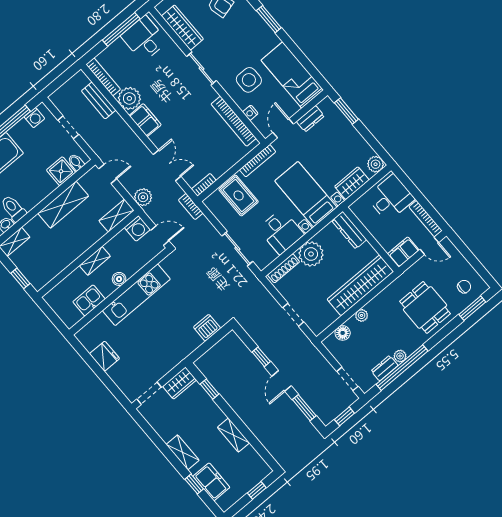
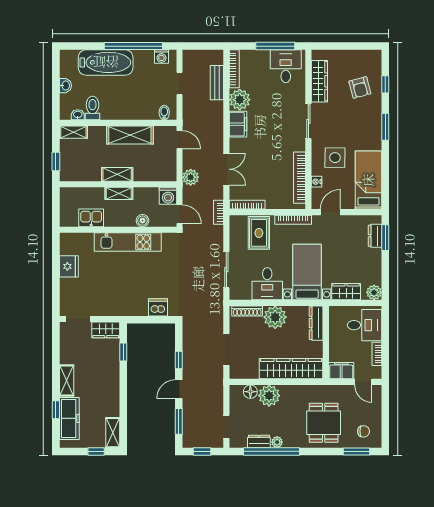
dresser: (310, 119) -> (375, 236), moved, turned 90
shower: (61, 171) -> (148, 110), removed
bookcase: (204, 185) -> (247, 205), width x1.56
shelving: (117, 216) -> (117, 174), moved
bookcase: (426, 219) -> (377, 354), width x0.64
boiler: (119, 279) -> (142, 221), moved
doorway: (293, 315) -> (226, 349), width x1.38
plant: (362, 315) -> (269, 396), width x1.88, depth x1.88
shelving: (233, 435) -> (113, 433), moved
freezer: (211, 482) -> (69, 418), width x1.40

